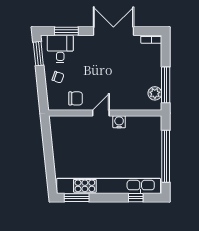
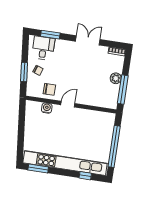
double door: (113, 31) -> (88, 40), width x0.73
window: (38, 54) -> (24, 72), moved
plant: (155, 93) -> (116, 78), moved
water cooler: (119, 122) -> (47, 108), moved

